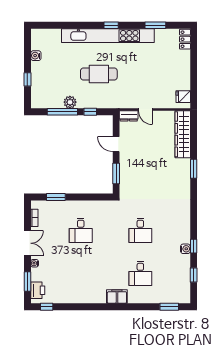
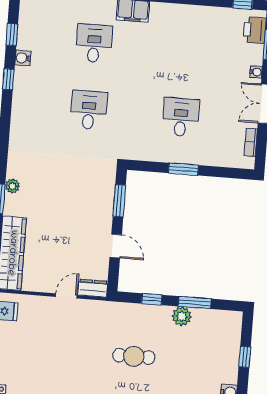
cafe table: (99, 74) -> (134, 356), width x0.73, depth x0.74
door: (145, 109) -> (66, 296), hinge flipped
window: (62, 112) -> (195, 303), width x0.69
plant: (186, 178) -> (12, 186), added
window: (56, 197) -> (183, 169), moved
water cooler: (185, 249) -> (23, 58), moved

